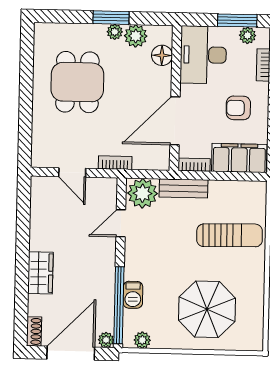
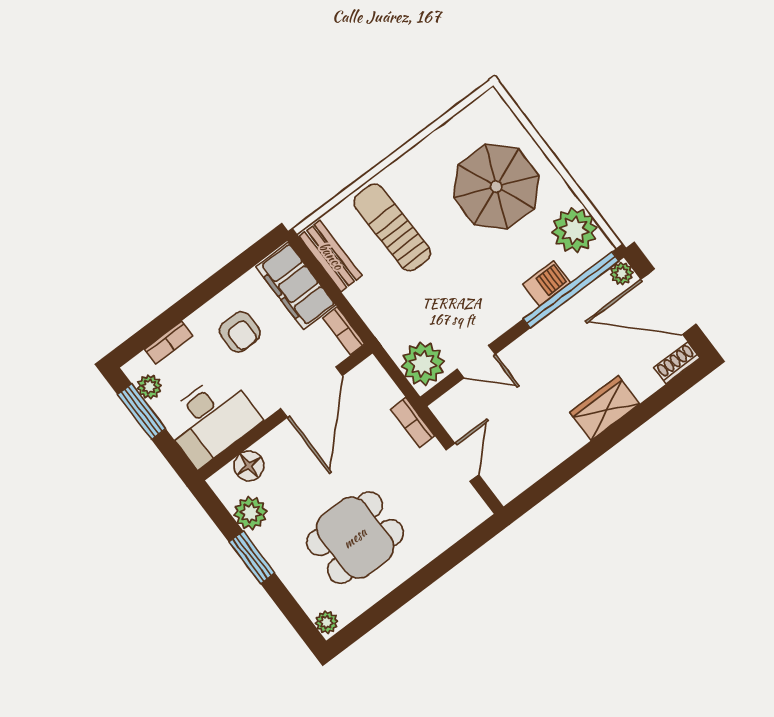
plant: (115, 32) -> (326, 622), moved
door: (175, 121) -> (311, 392), hinge flipped
bench: (183, 188) -> (331, 256), moved
plant: (142, 340) -> (574, 230), width x1.87, depth x1.87

